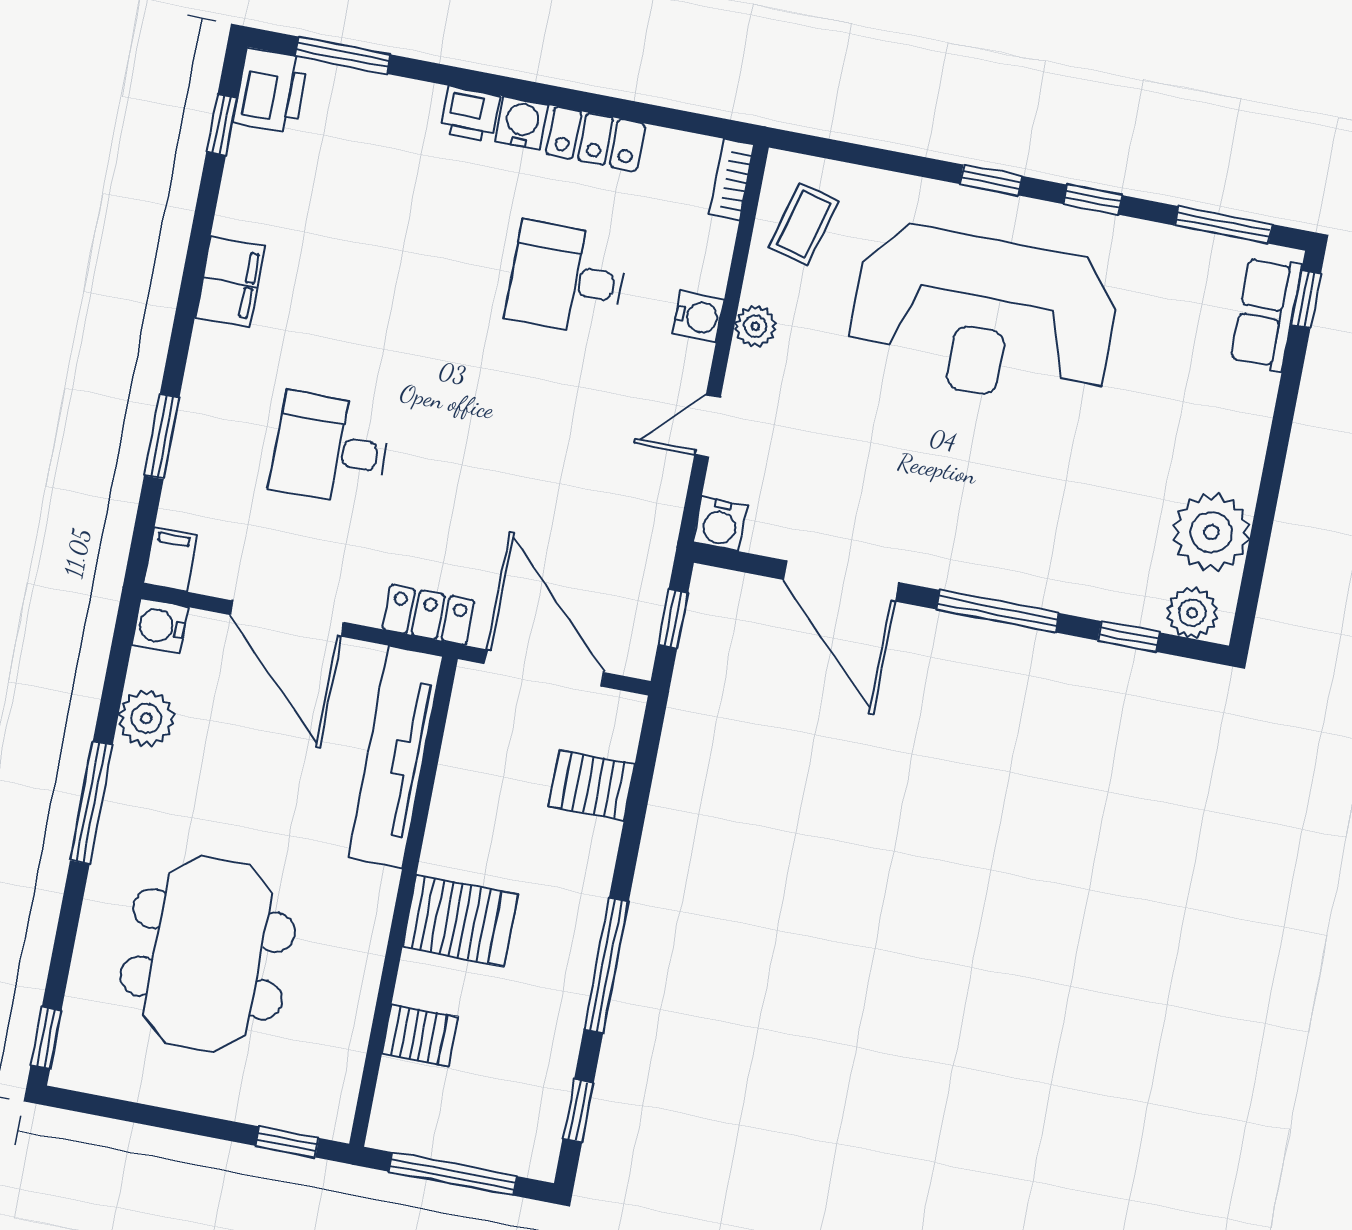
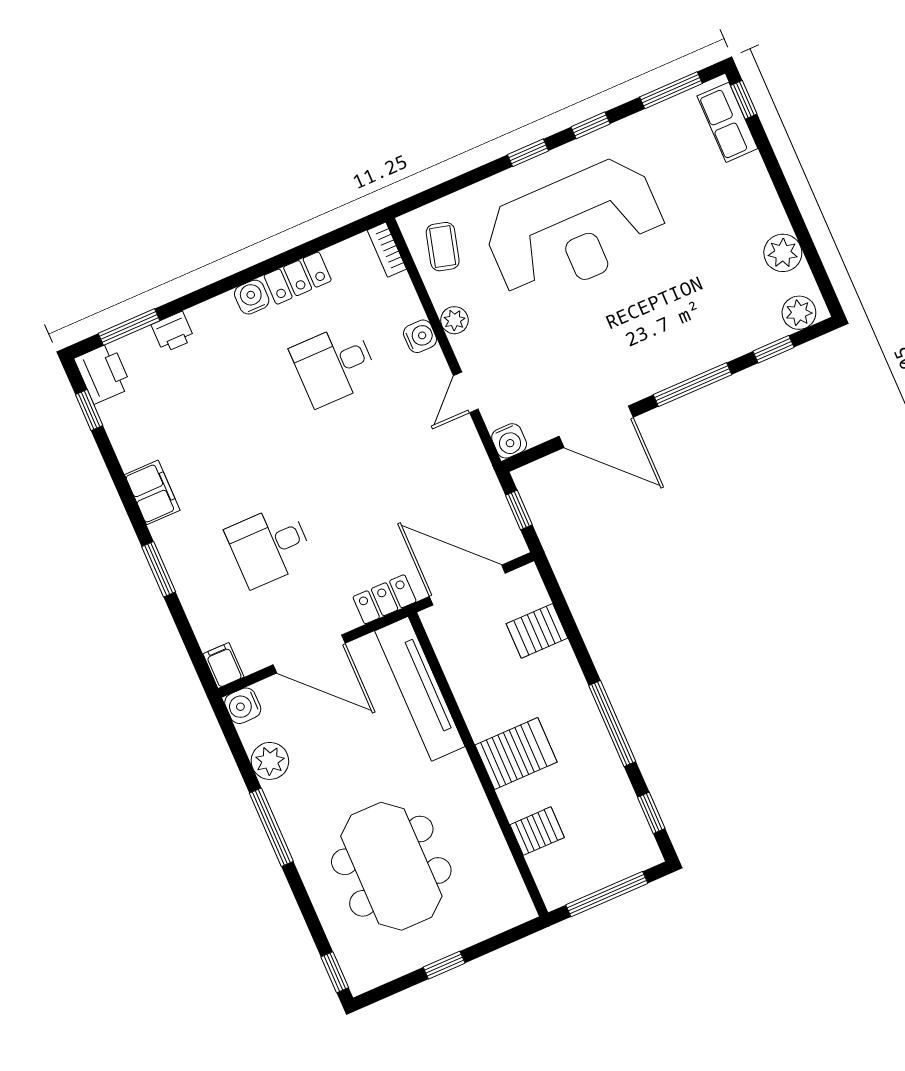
printer: (470, 114) -> (173, 332), moved
window: (162, 436) -> (159, 569), moved
plant: (1211, 532) -> (783, 253), width x0.73, depth x0.73
window: (287, 1142) -> (444, 965), moved

